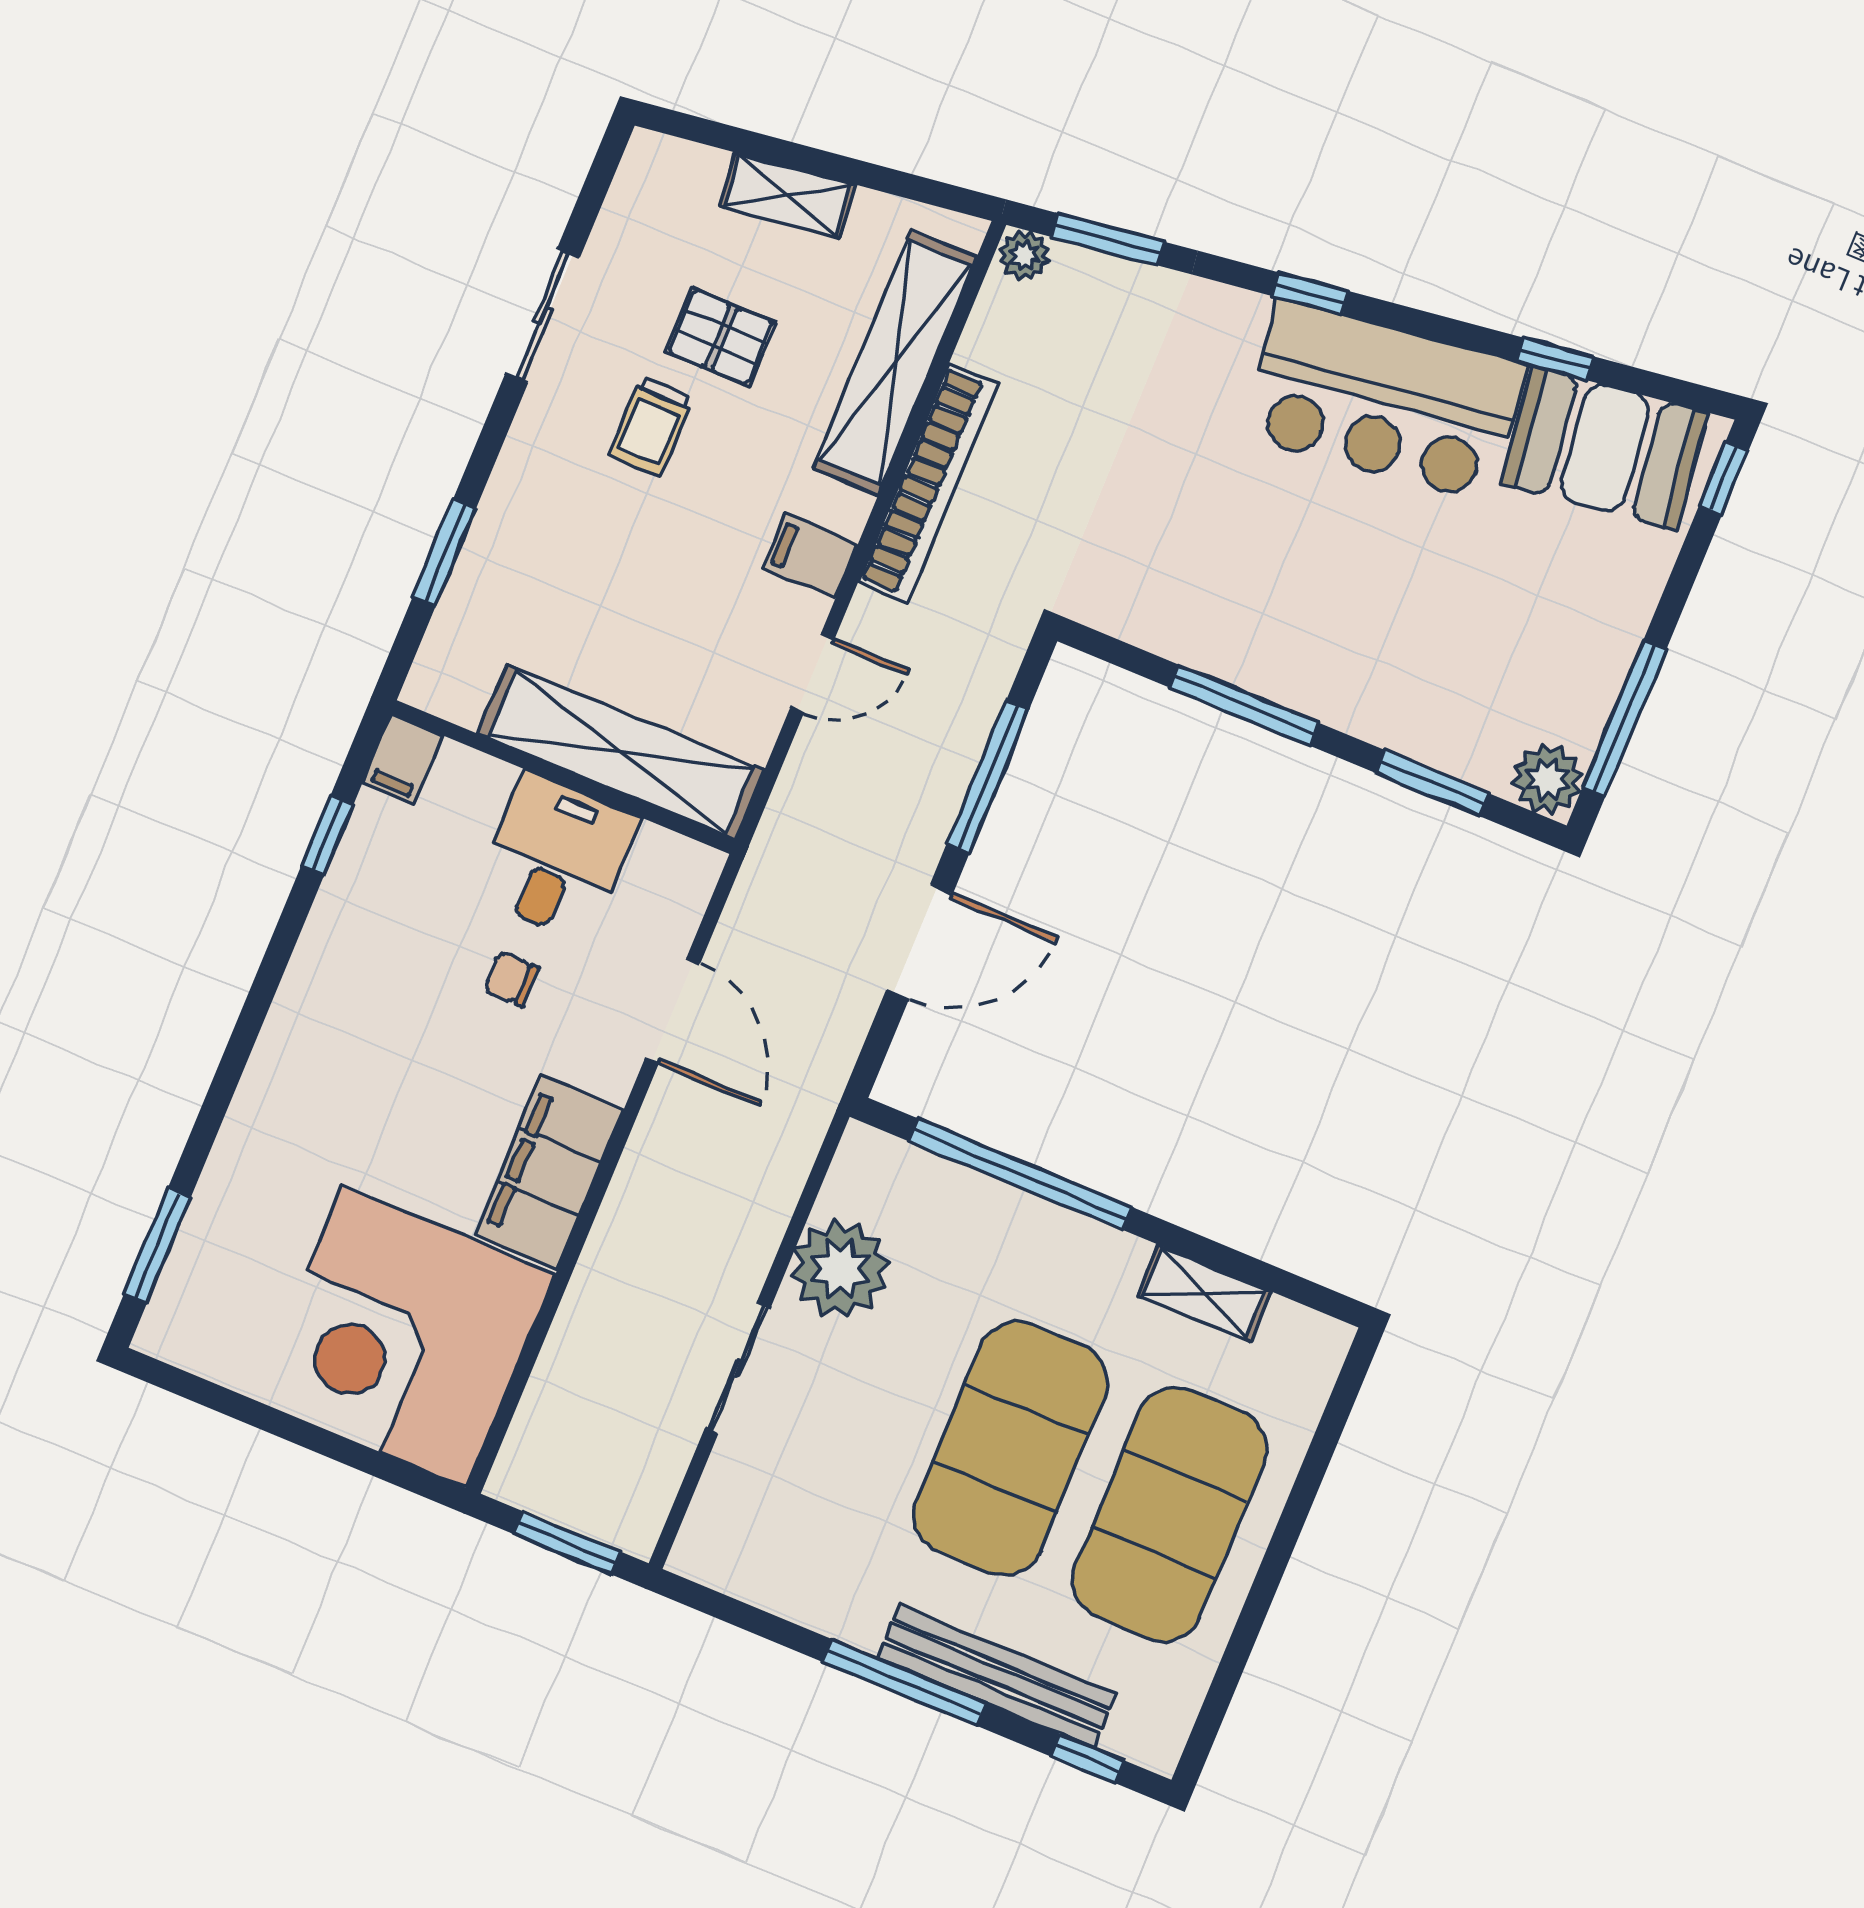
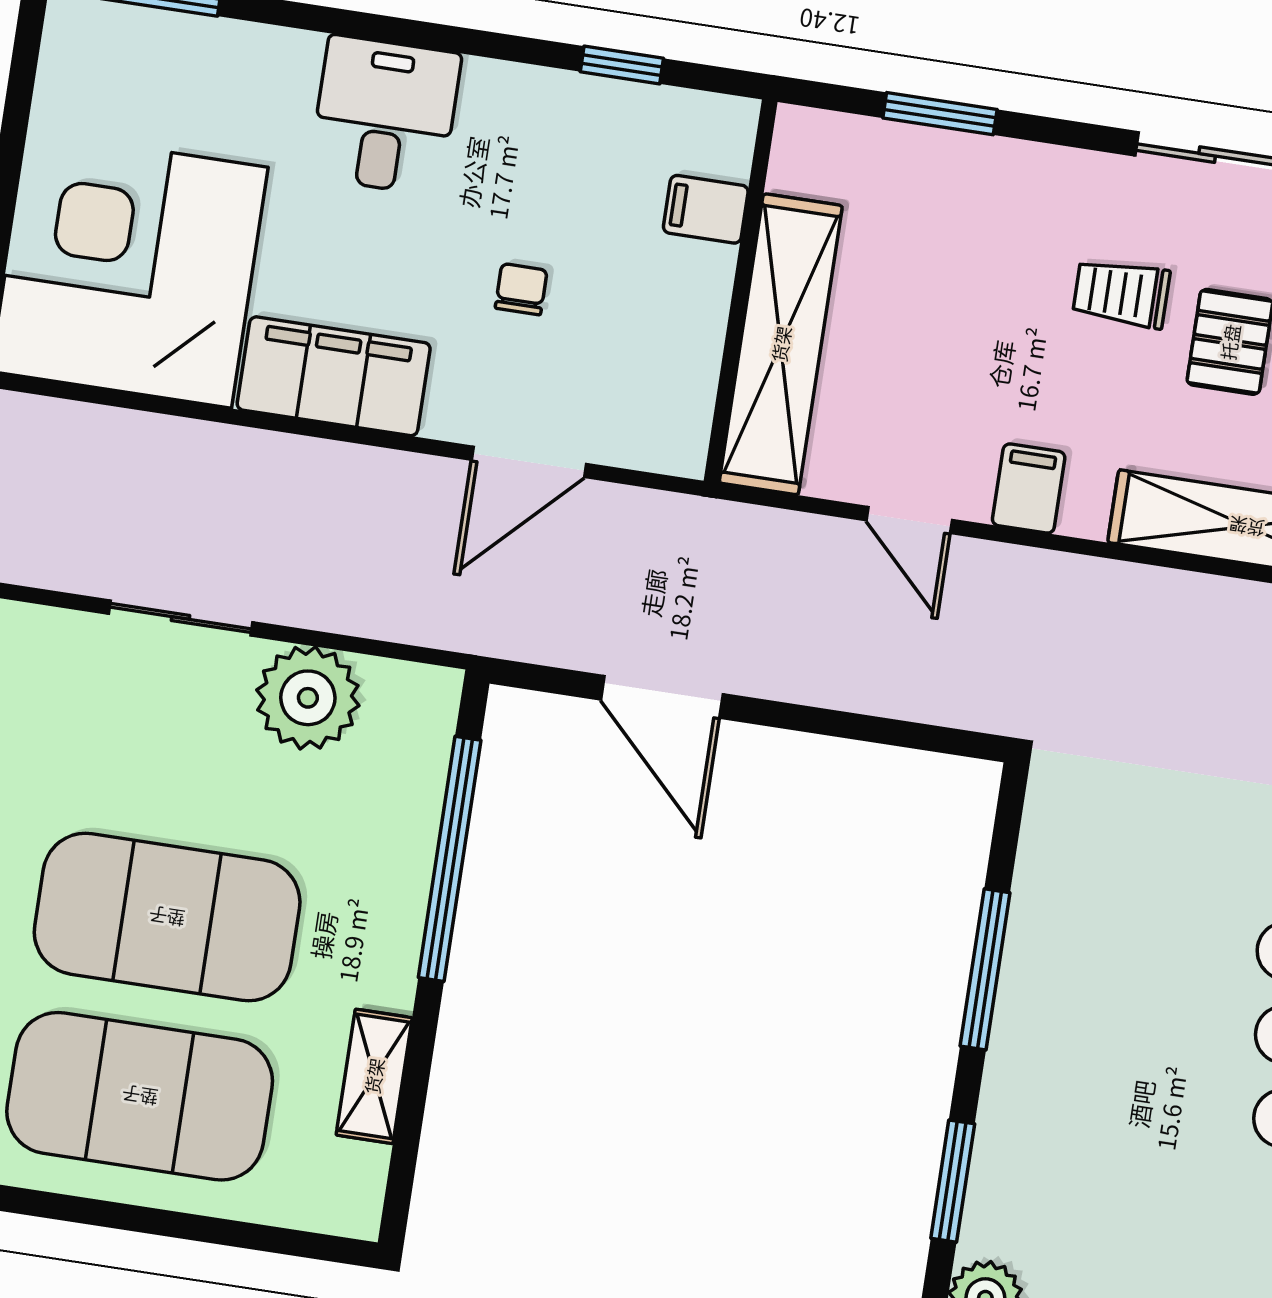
bookcase: (928, 483) -> (1133, 591), removed
filing cabinet: (402, 759) -> (706, 209), moved
window: (988, 777) -> (848, 725), removed
desk: (557, 857) -> (385, 115), moved, turned -90

